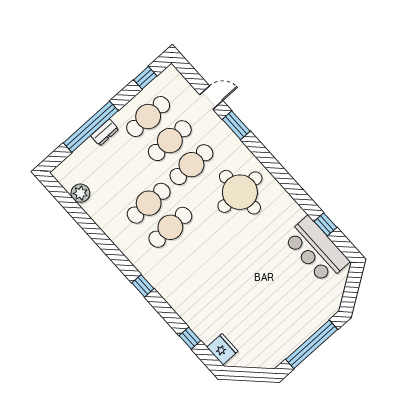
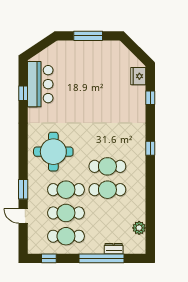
dresser: (105, 132) -> (114, 249), moved
window: (312, 344) -> (88, 36), width x0.68

